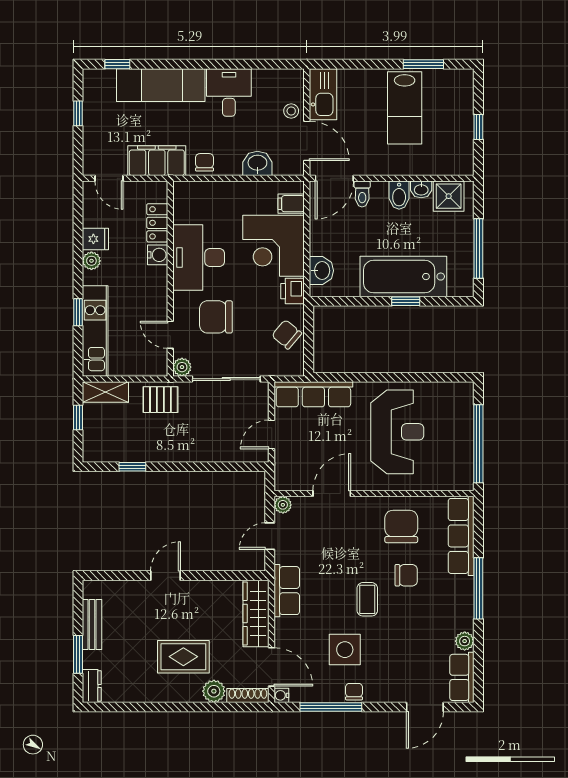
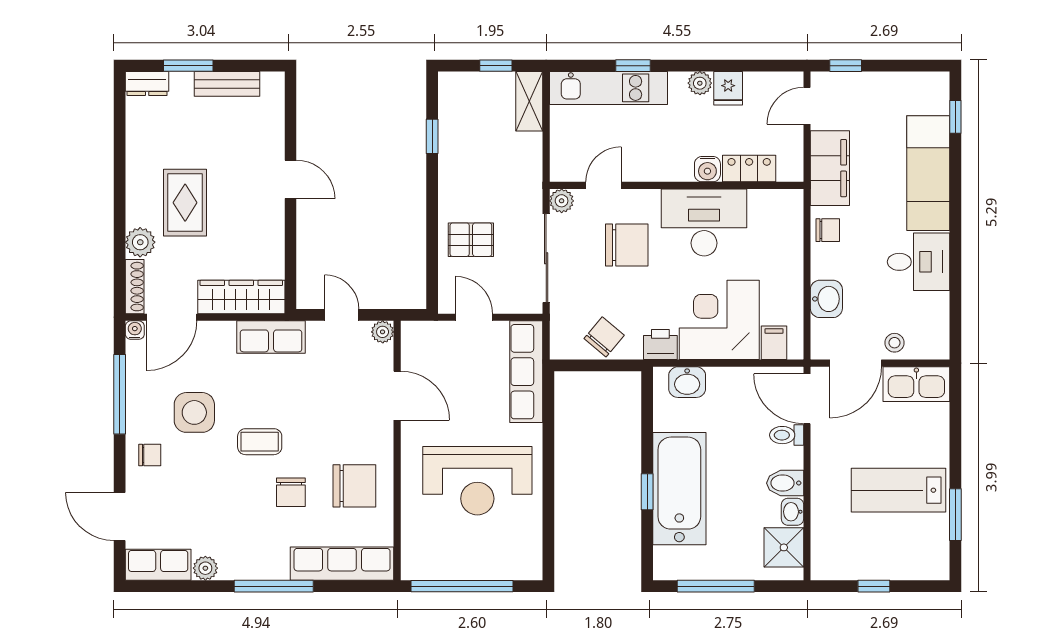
window: (78, 113) -> (846, 66), moved
chair: (216, 317) -> (627, 245), turned 90
pallet: (160, 400) -> (471, 240), moved, turned 90
chair: (354, 692) -> (150, 455), moved

